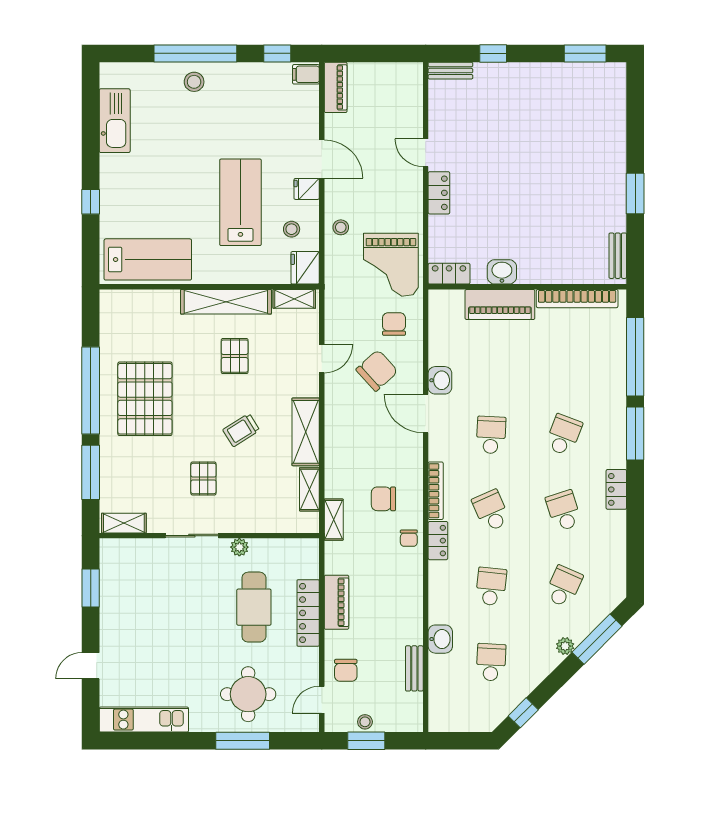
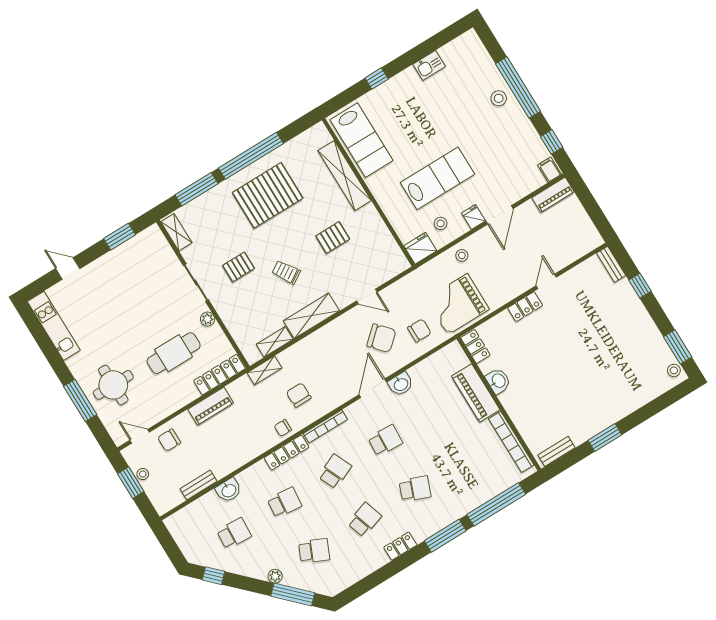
stool: (608, 73) -> (674, 370), added
kitchen sink: (115, 121) -> (429, 65), width x0.53, depth x0.81
shelving: (294, 299) -> (395, 254), removed
shelving: (226, 302) -> (344, 176), moved
locker: (438, 541) -> (286, 452), width x1.53
locker: (308, 613) -> (219, 375), moved

